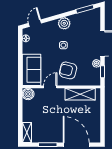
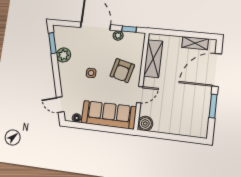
plant: (64, 23) -> (63, 55), moved
sofa: (31, 70) -> (109, 115), width x1.36
door: (50, 87) -> (140, 95), swing flipped
shelving: (27, 133) -> (195, 43), moved

